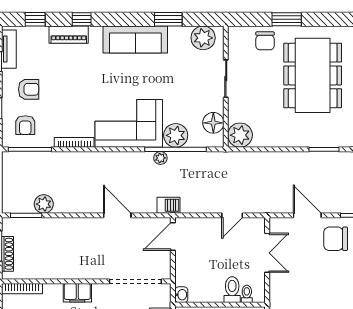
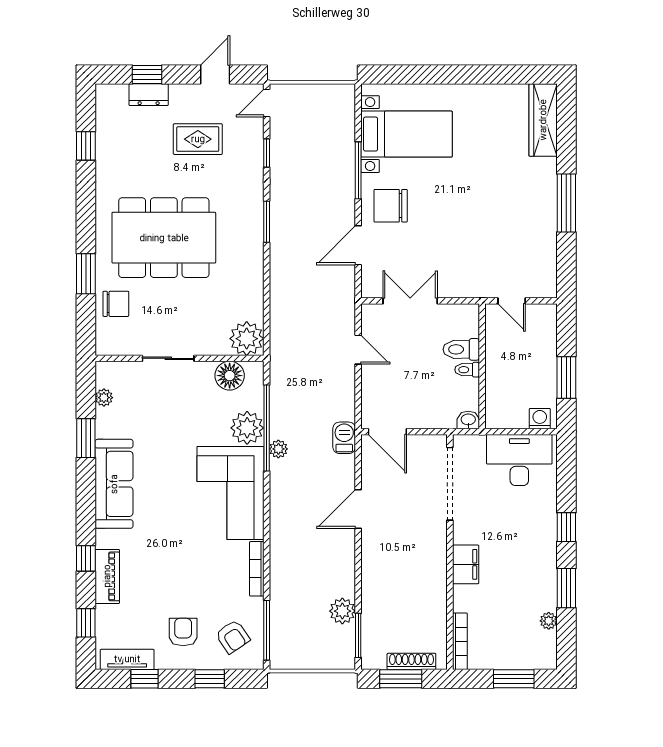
plant: (203, 38) -> (104, 398), width x0.53, depth x0.53
armchair: (25, 125) -> (233, 637), turned 56
chair: (336, 239) -> (391, 206), turned 90
toilet: (247, 294) -> (467, 370), moved

